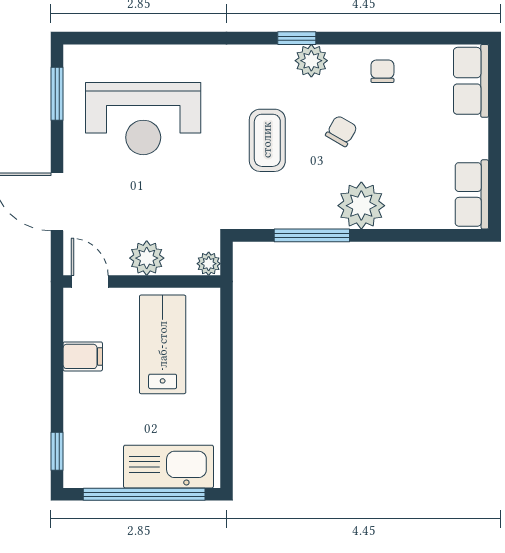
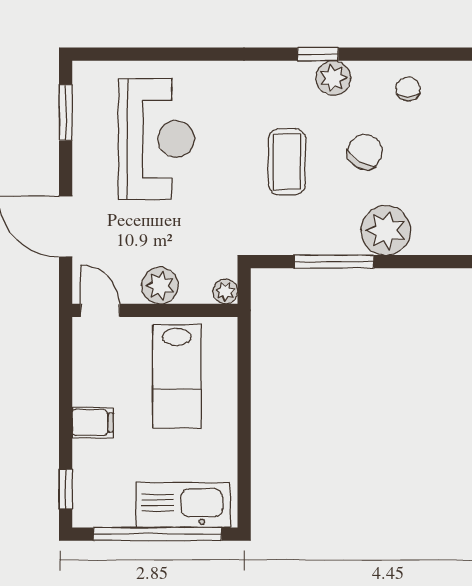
reception desk: (143, 119) -> (156, 139), turned -90
chair: (341, 131) -> (365, 152), width x1.37, depth x1.37
lab bench: (163, 344) -> (177, 376), turned 180
filing cabinet: (83, 356) -> (93, 423), moved

